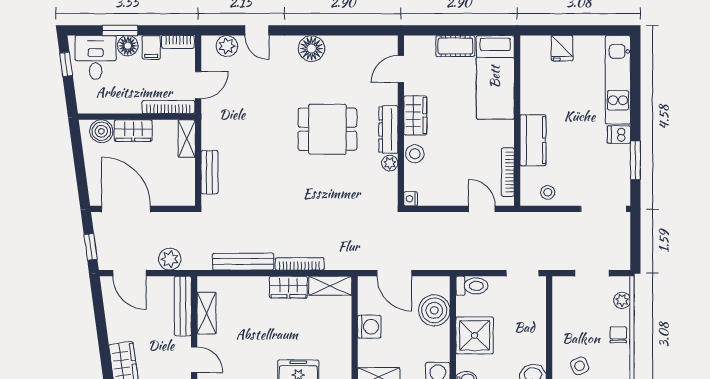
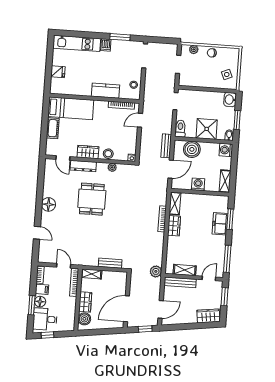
door: (257, 30) -> (37, 233), hinge flipped
plant: (227, 46) -> (44, 249), removed
dresser: (388, 129) -> (83, 166), moved
plant: (170, 259) -> (156, 271), moved
bench: (243, 262) -> (166, 146), moved, width x0.73

